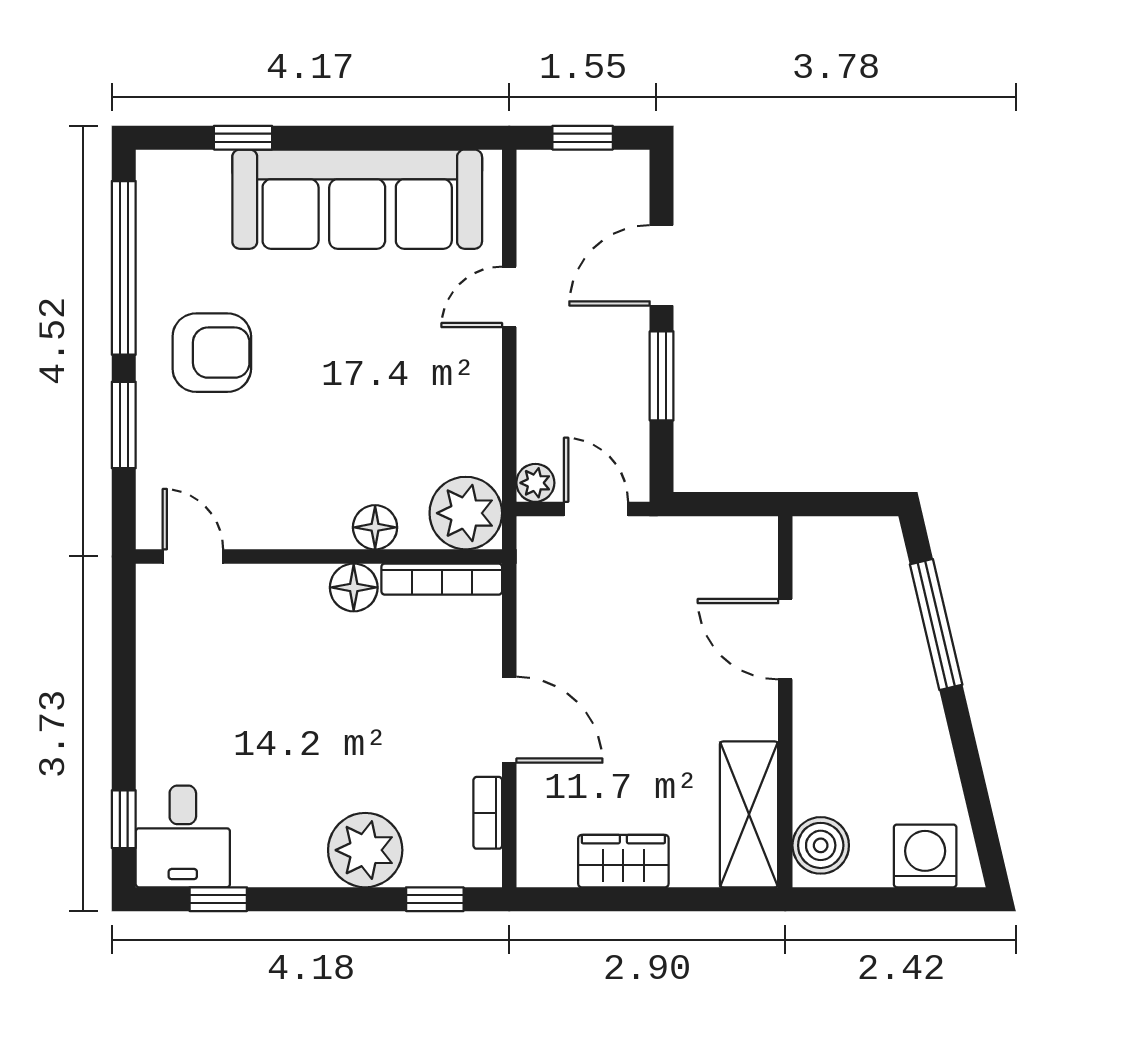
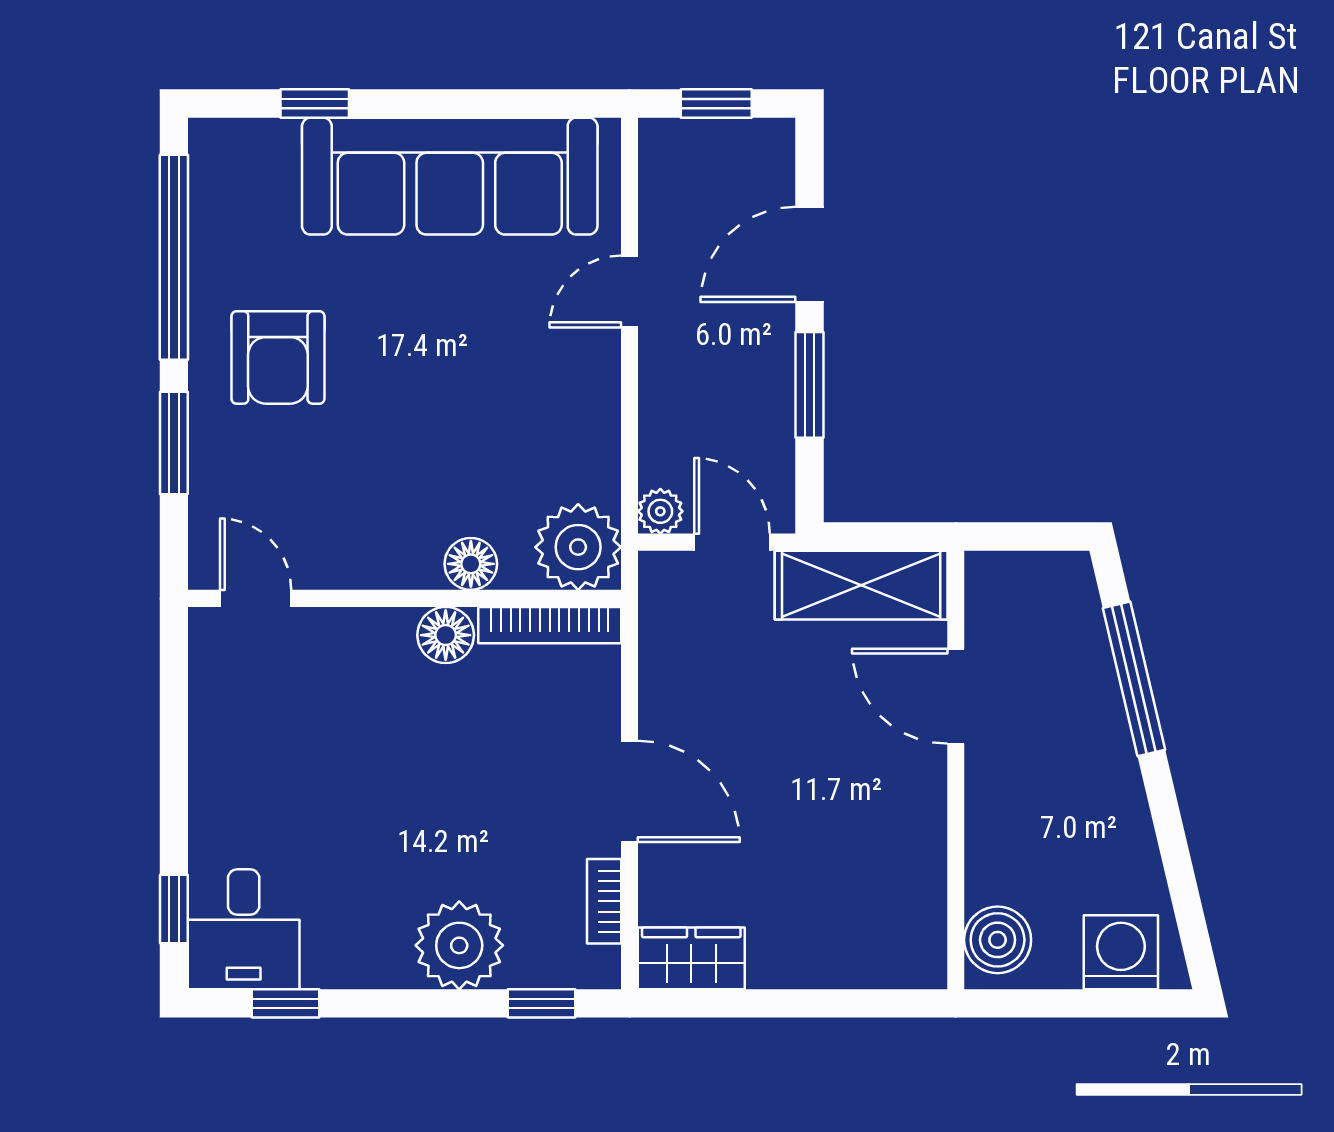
armchair: (212, 353) -> (278, 357), turned 90
shelving: (749, 814) -> (861, 585), moved, turned 90
wardrobe: (623, 861) -> (691, 958), moved

